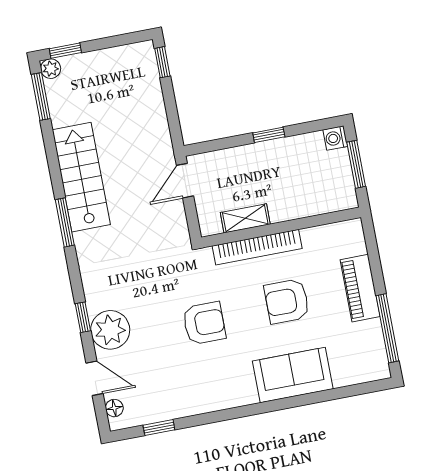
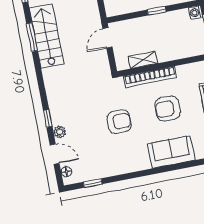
window: (65, 222) -> (32, 37), moved
plant: (110, 330) -> (60, 132), width x0.53, depth x0.53

